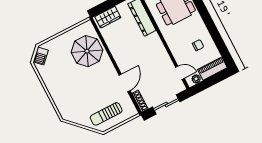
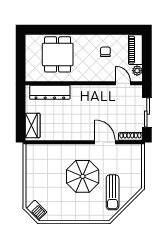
parasol: (87, 51) -> (83, 176), moved
door: (180, 73) -> (123, 83), hinge flipped
sun lounger: (106, 114) -> (113, 192), moved

